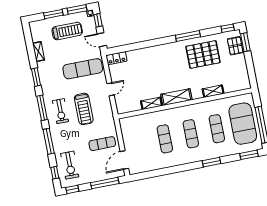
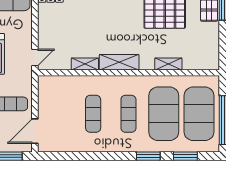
door: (110, 89) -> (35, 57), moved
exercise mat: (217, 129) -> (164, 114), width x2.00, depth x1.45
window: (249, 155) -> (185, 156), moved

